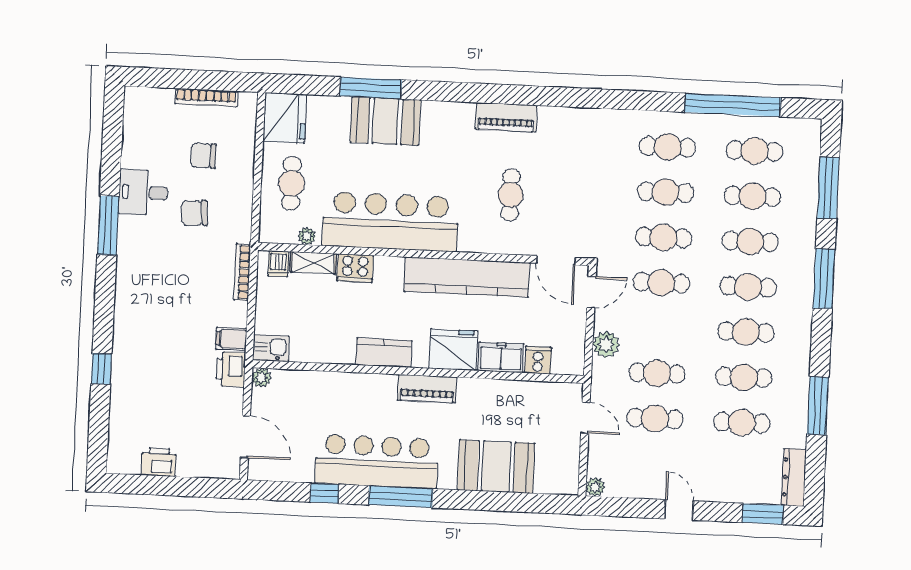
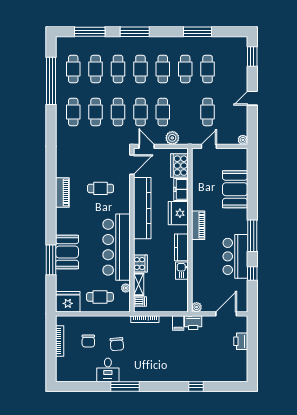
kitchen sink: (271, 348) -> (182, 271), moved
cooker: (538, 360) -> (180, 166), width x1.87, depth x1.31
cafe table: (657, 373) -> (163, 112), moved
bar counter: (377, 461) -> (235, 256), width x0.73
printer: (159, 462) -> (241, 341), moved
dresser: (794, 477) -> (233, 42), removed

